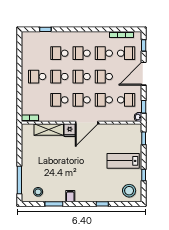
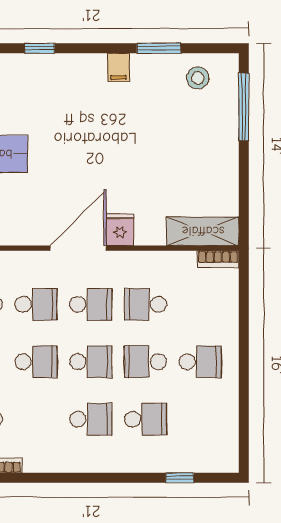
school desk: (104, 53) -> (36, 419), removed
school desk: (59, 77) -> (145, 362), turned 180
school desk: (59, 100) -> (145, 304), turned 180
shelving: (49, 130) -> (203, 231), moved

